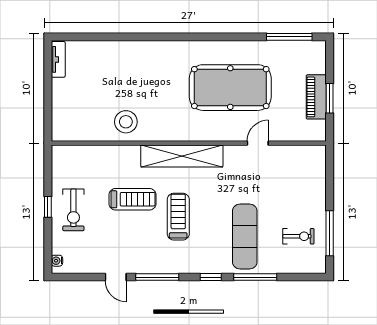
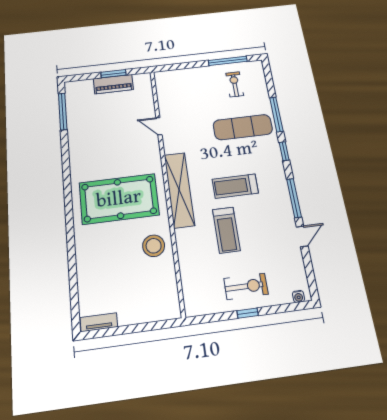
pool table: (230, 88) -> (119, 199), moved, turned 90
treadmill: (133, 199) -> (226, 230), turned 180

